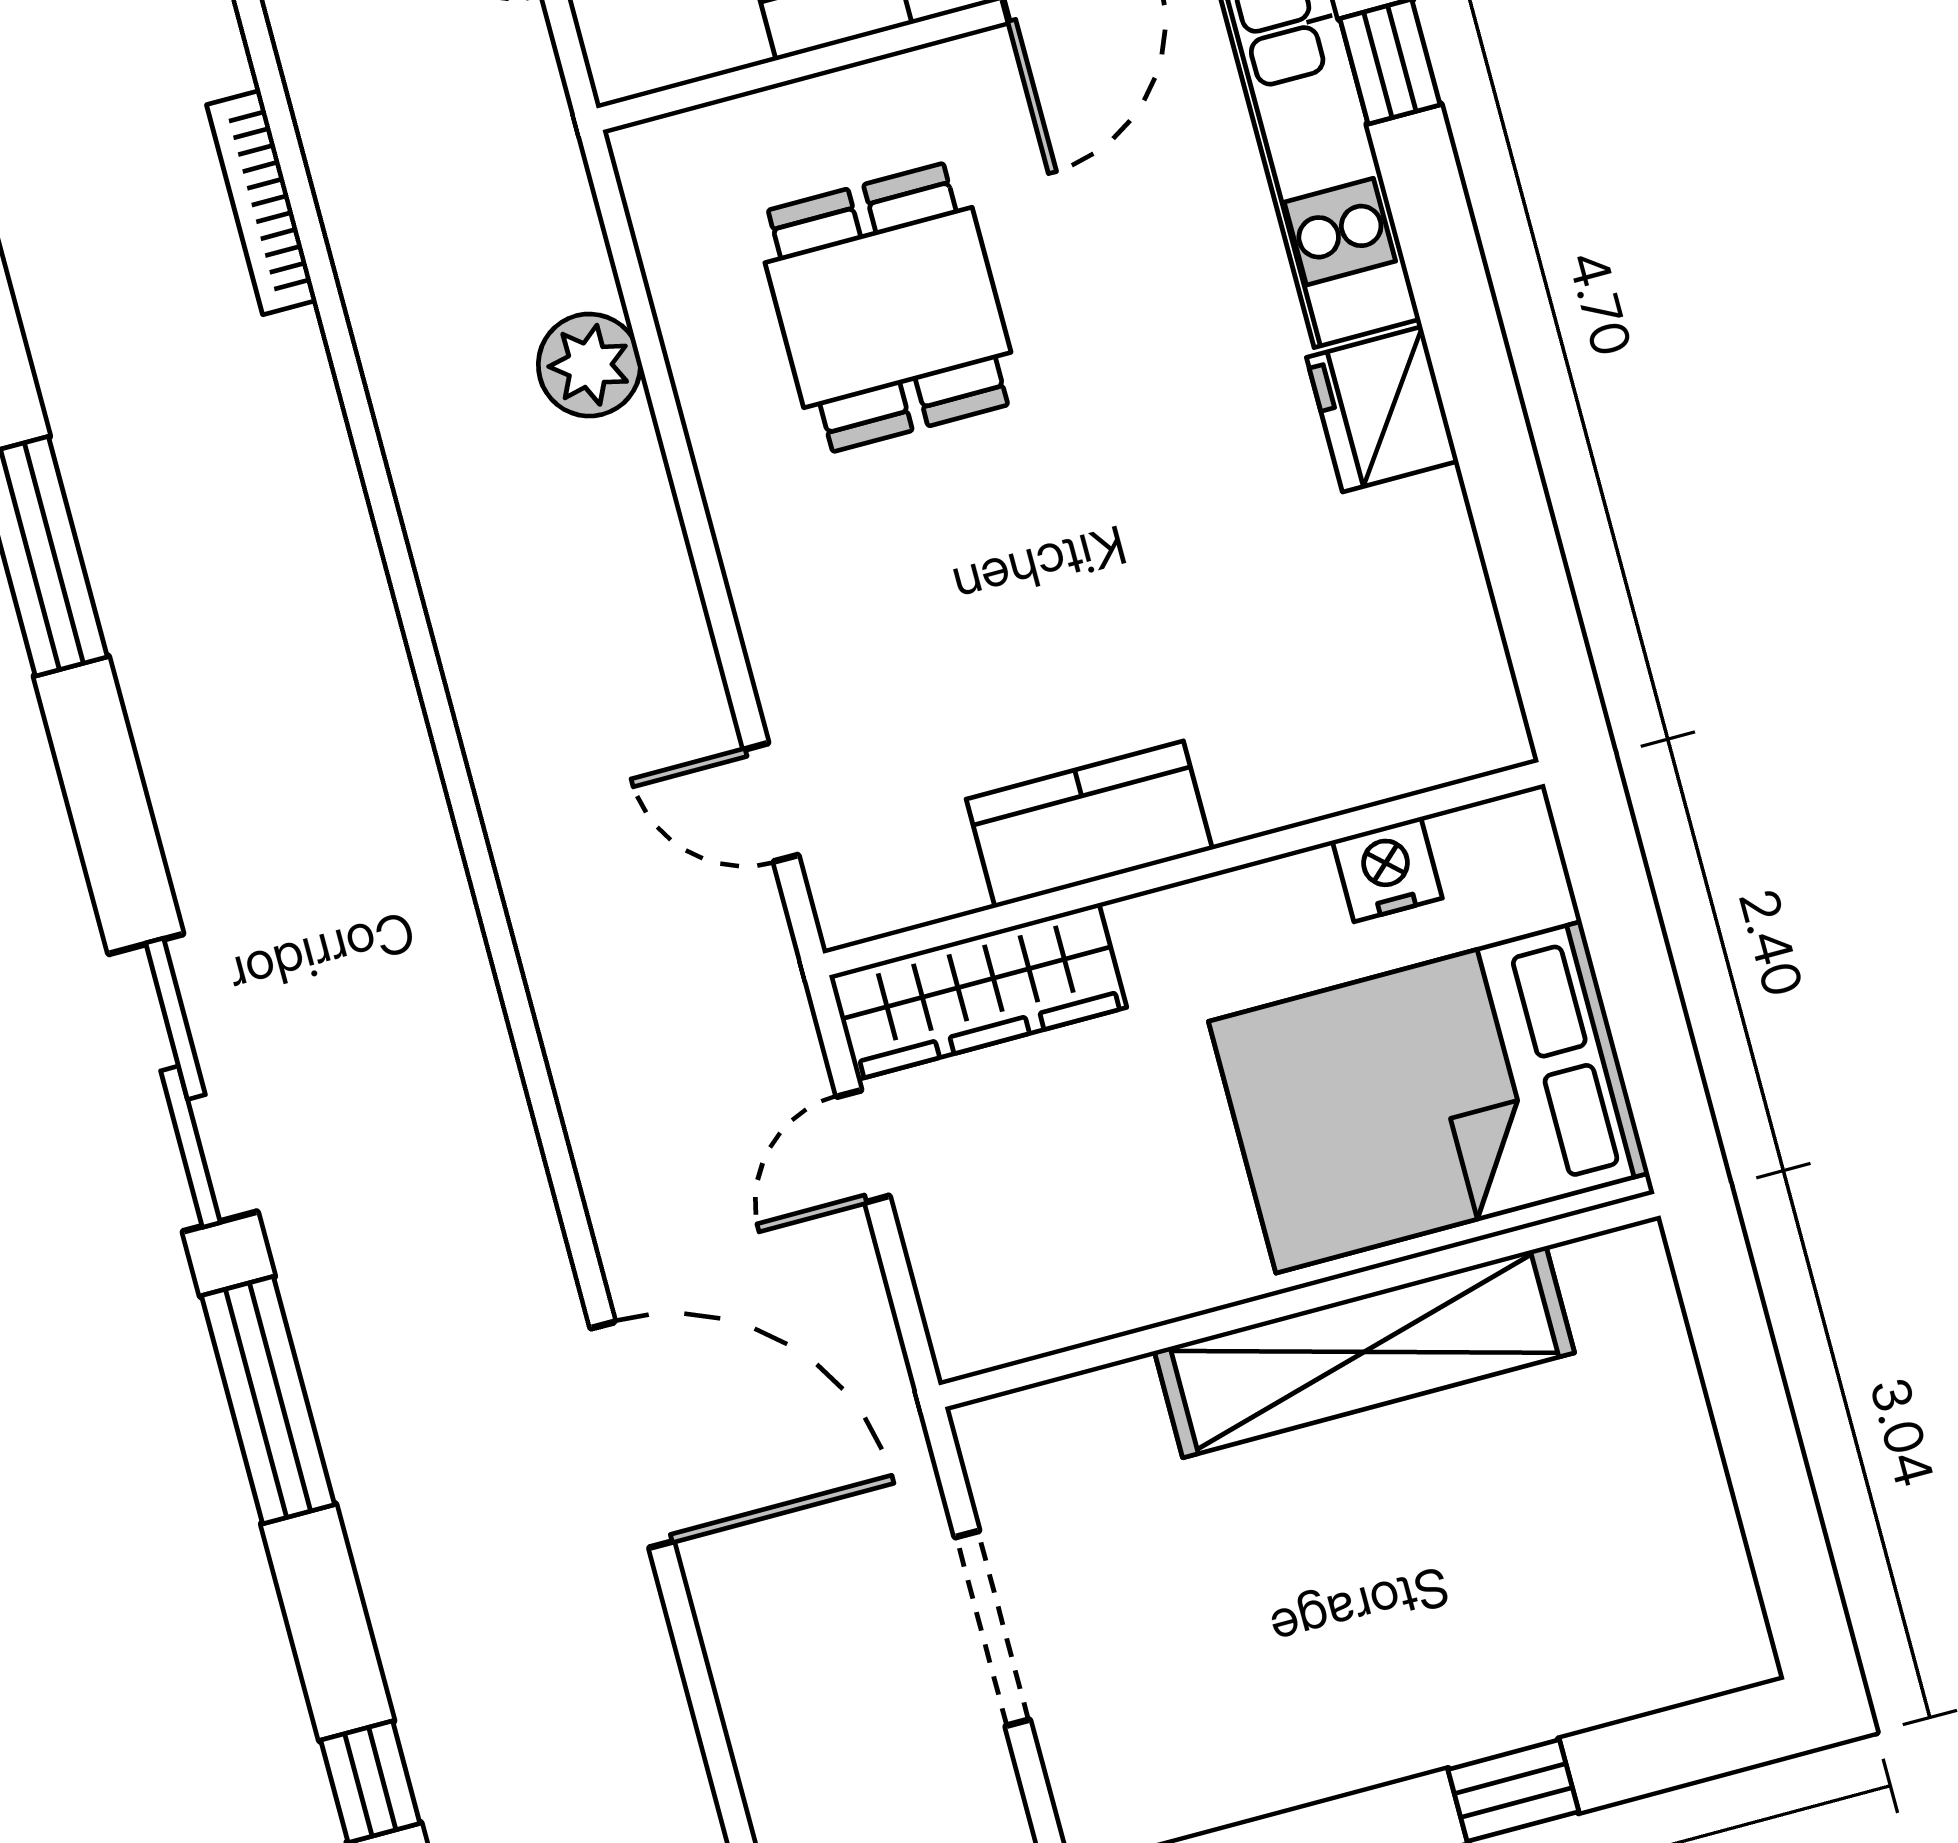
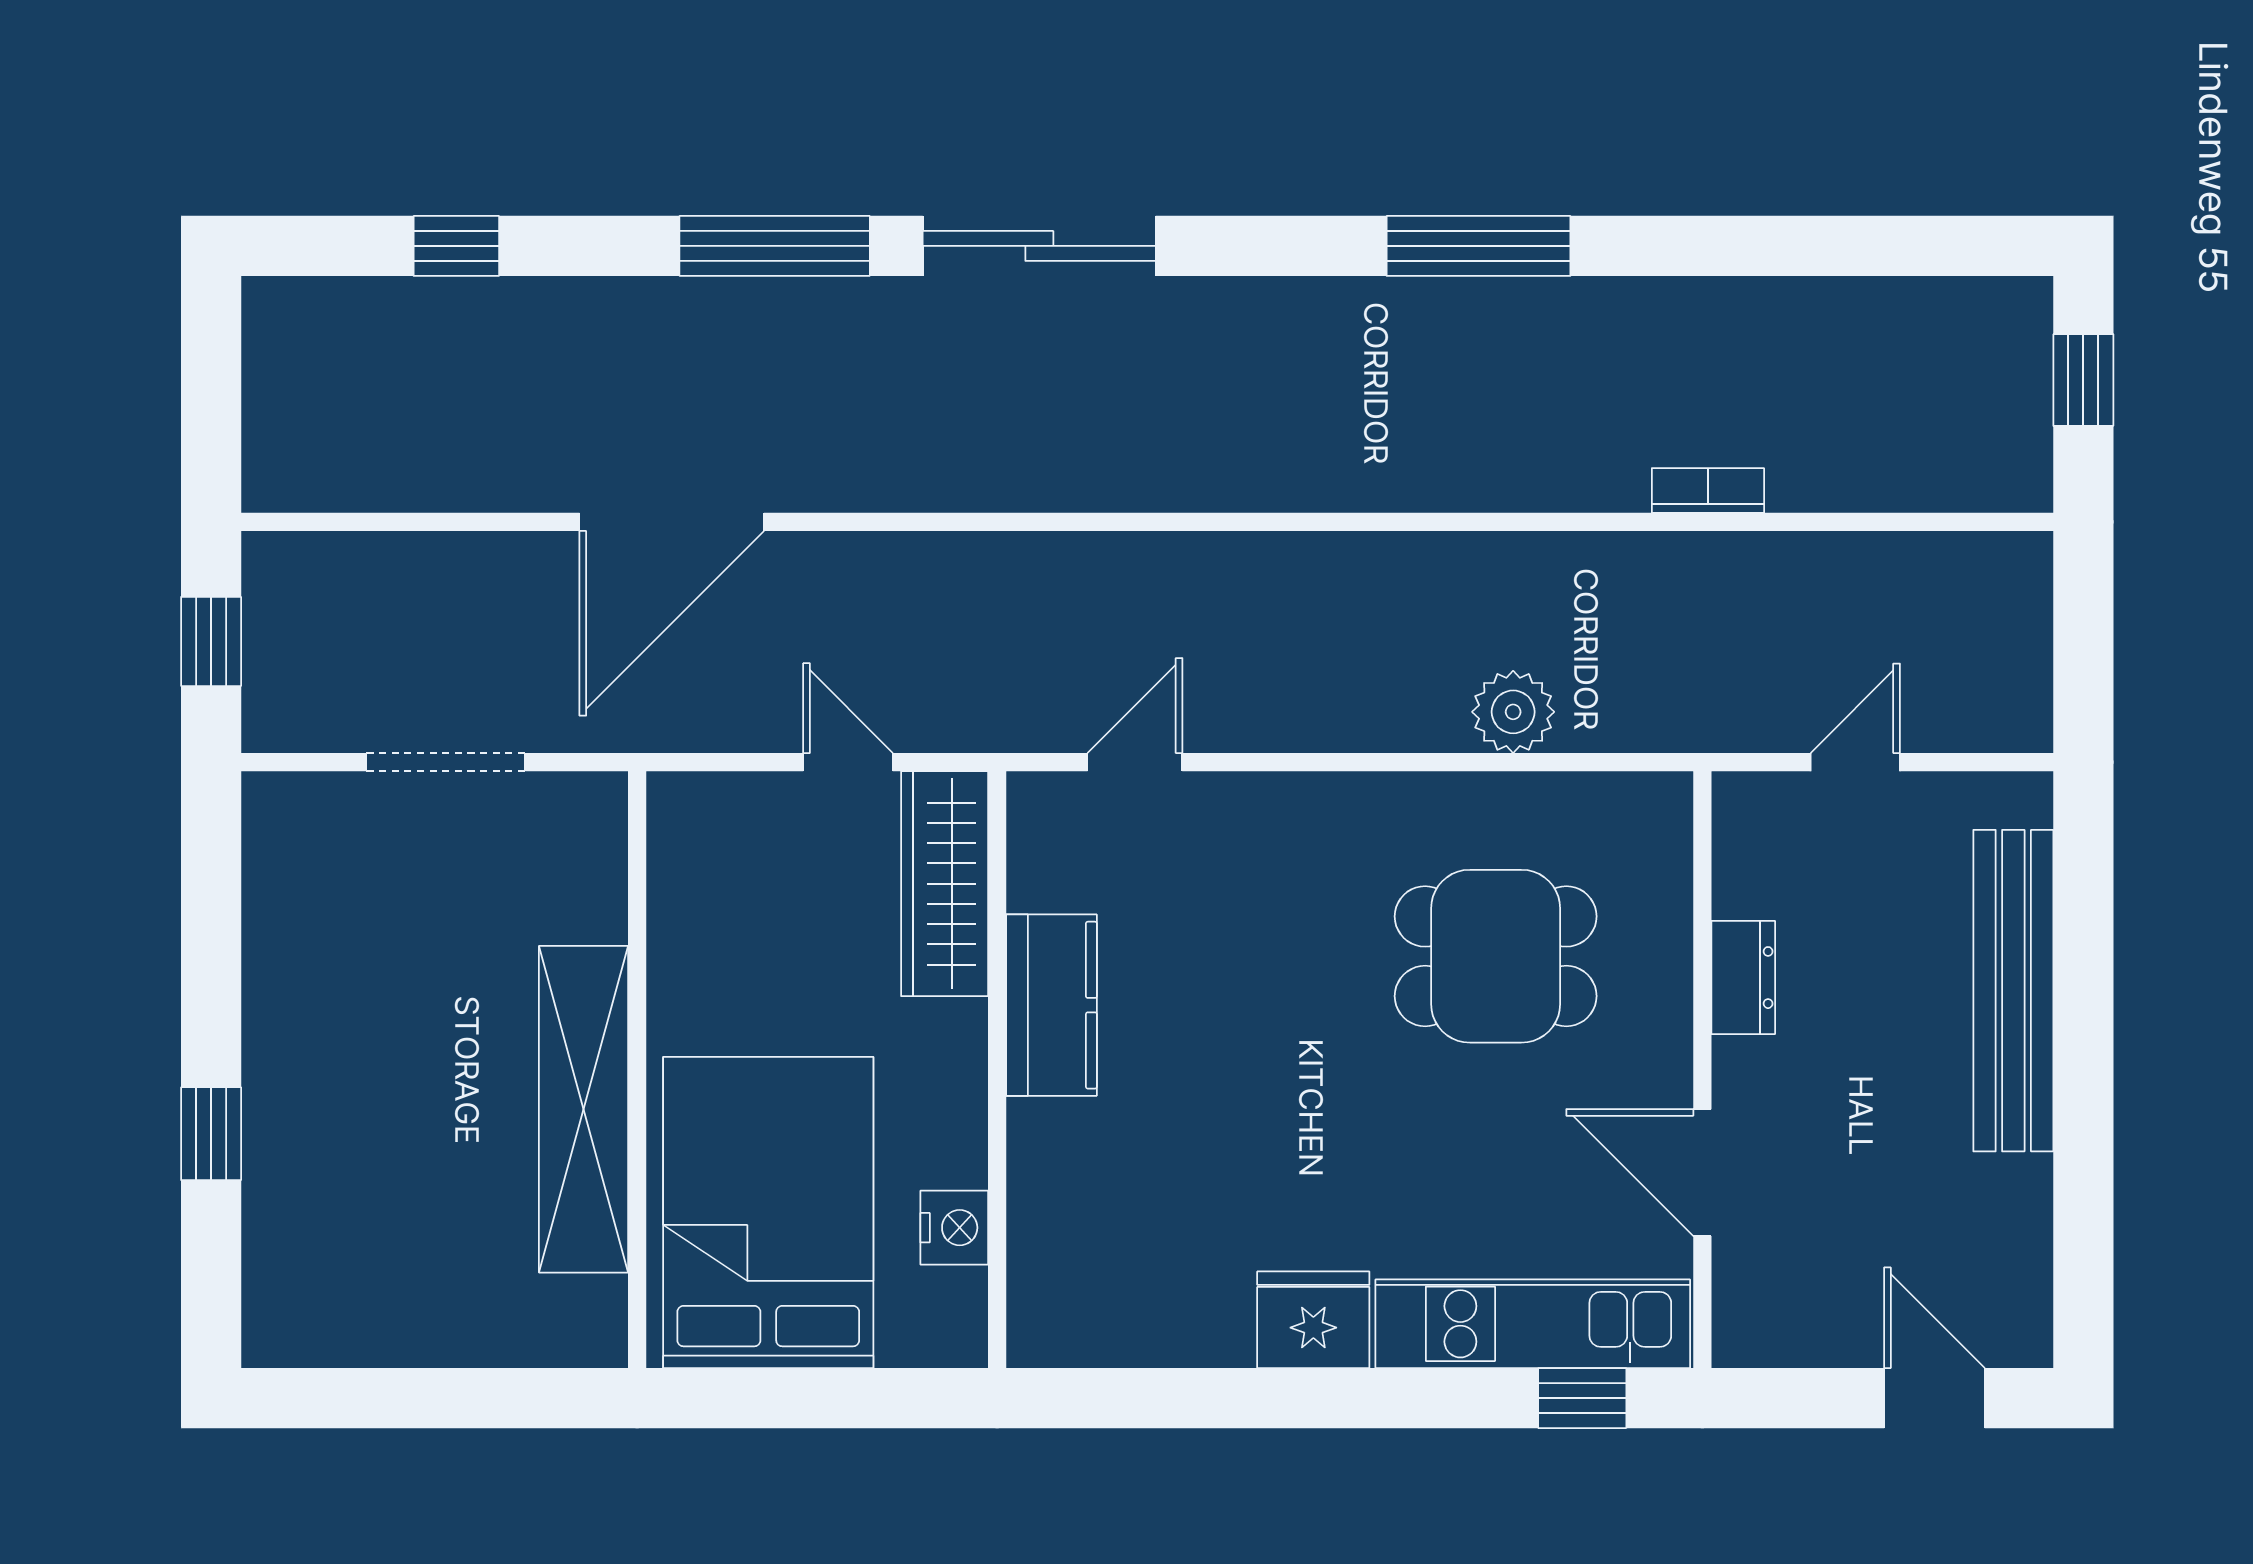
bookcase: (261, 203) -> (1708, 491), width x0.64

